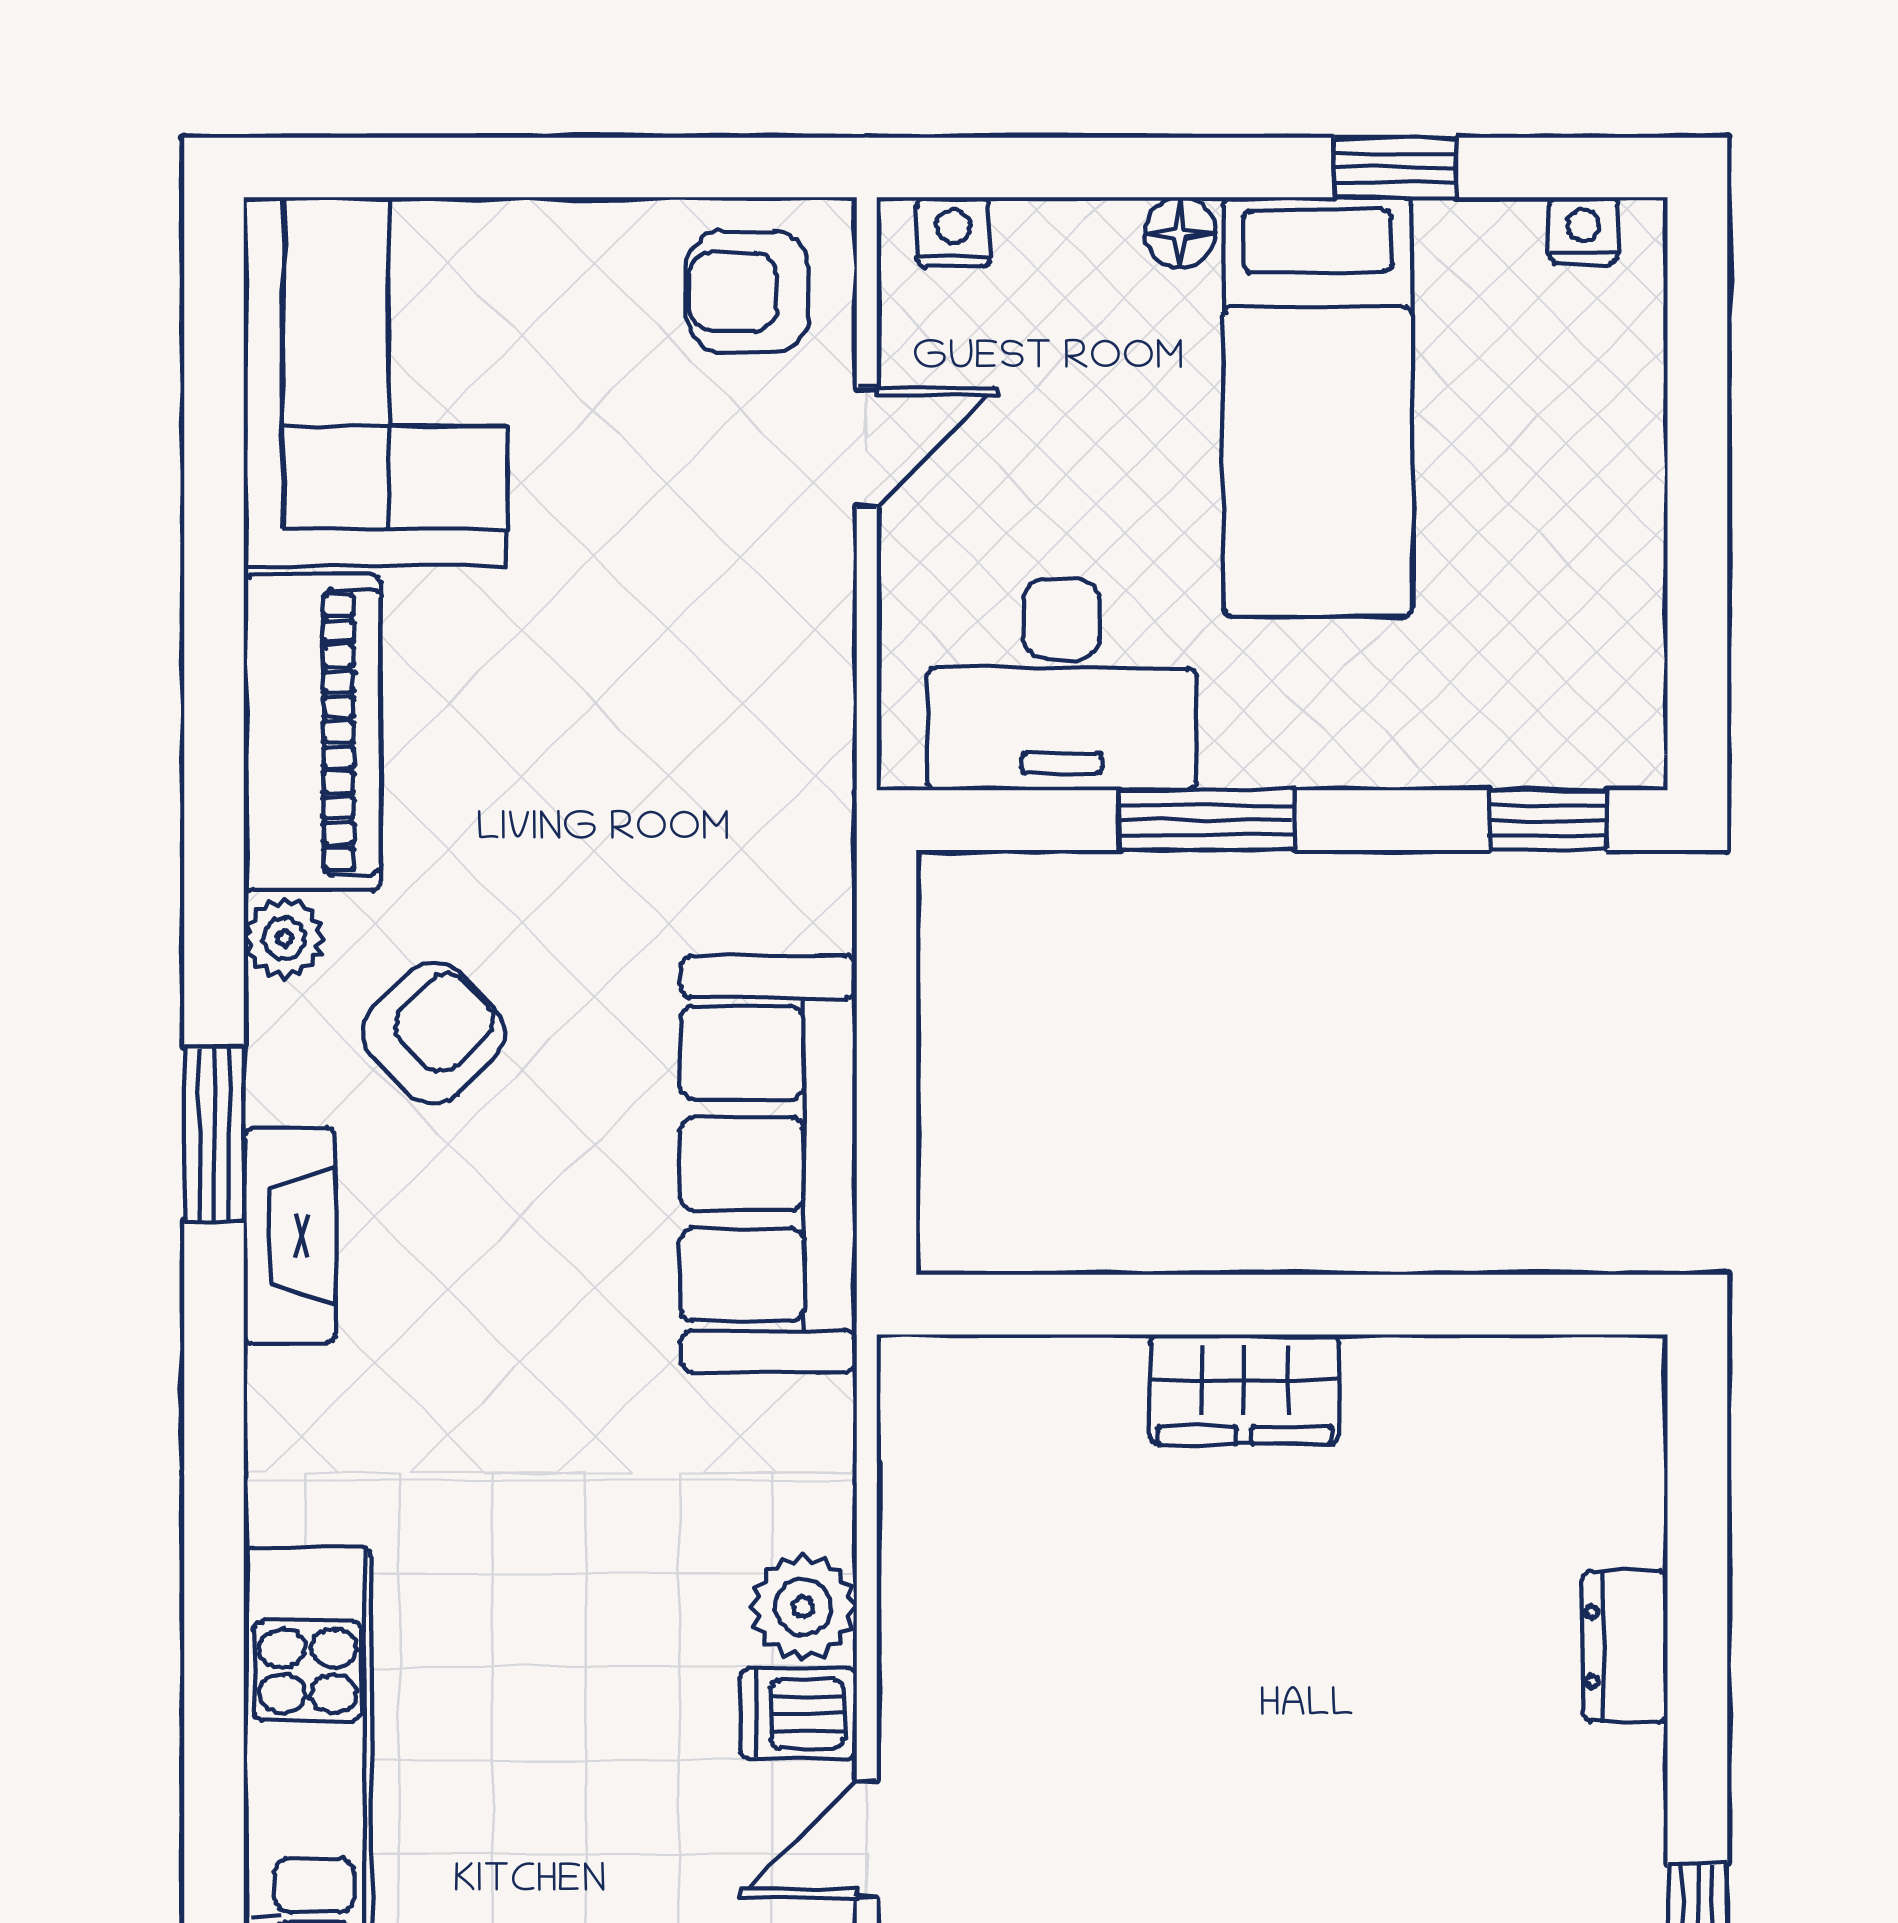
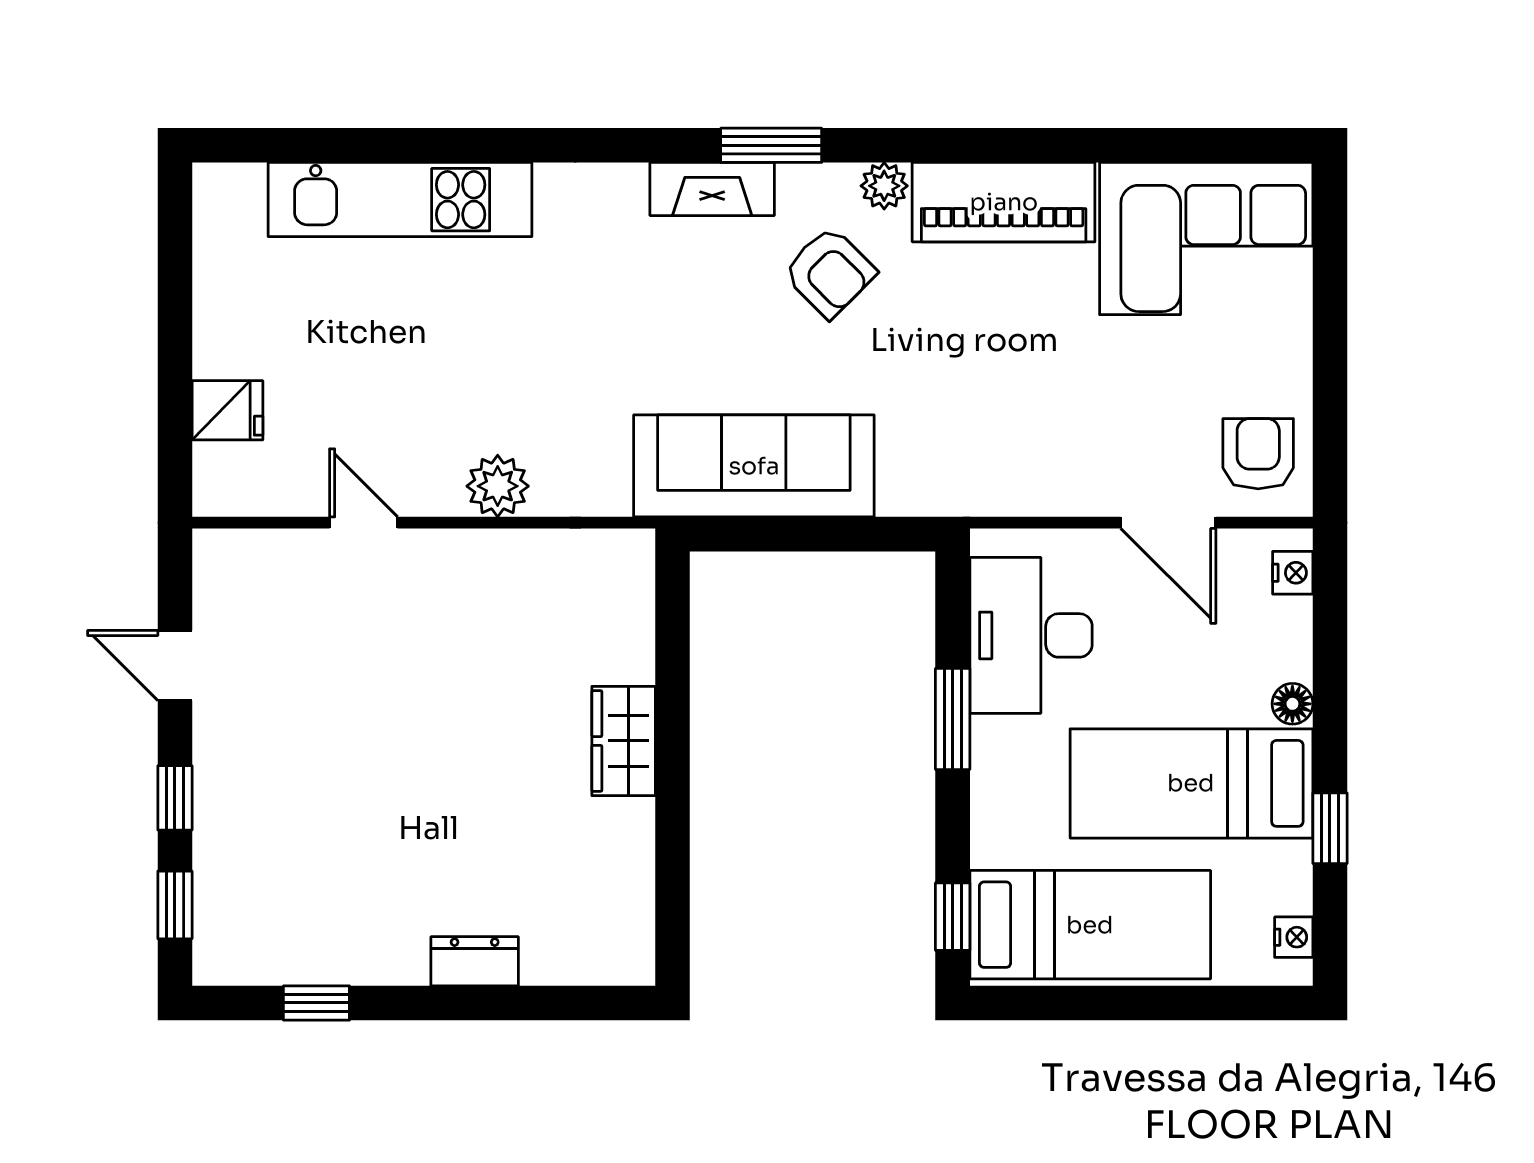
door: (867, 447) -> (1168, 523), width x1.38
bed: (1562, 582) -> (1090, 925), added
dishwasher: (798, 1714) -> (436, 483), removed

